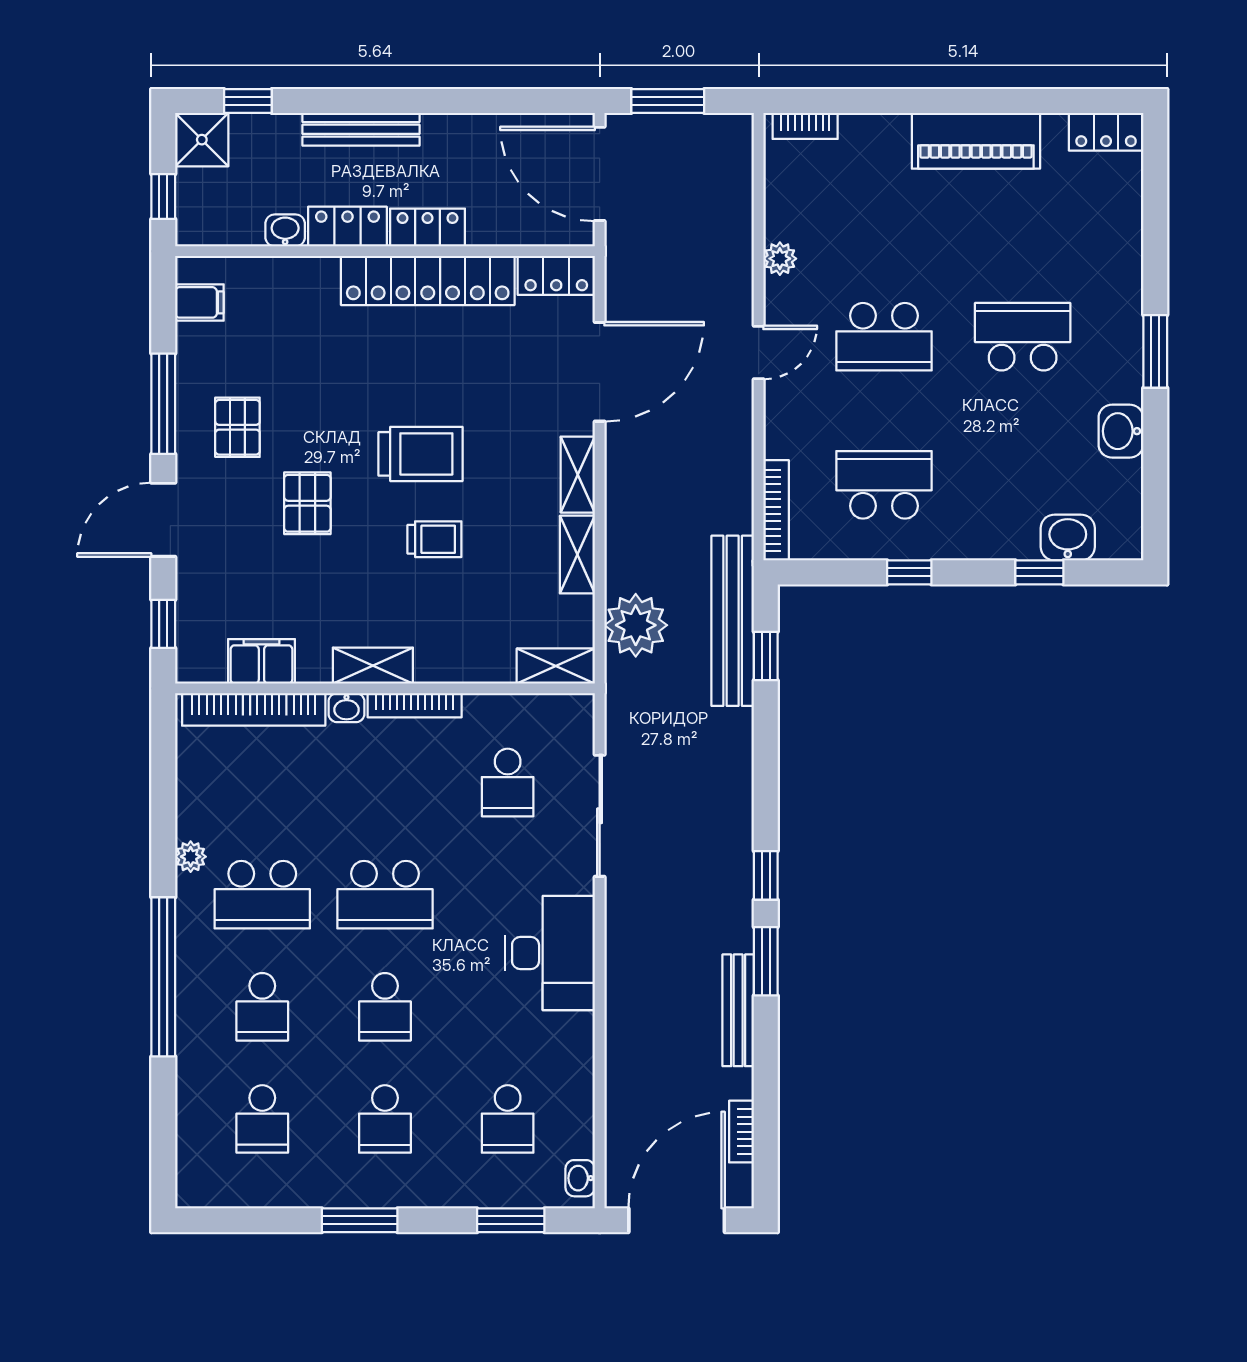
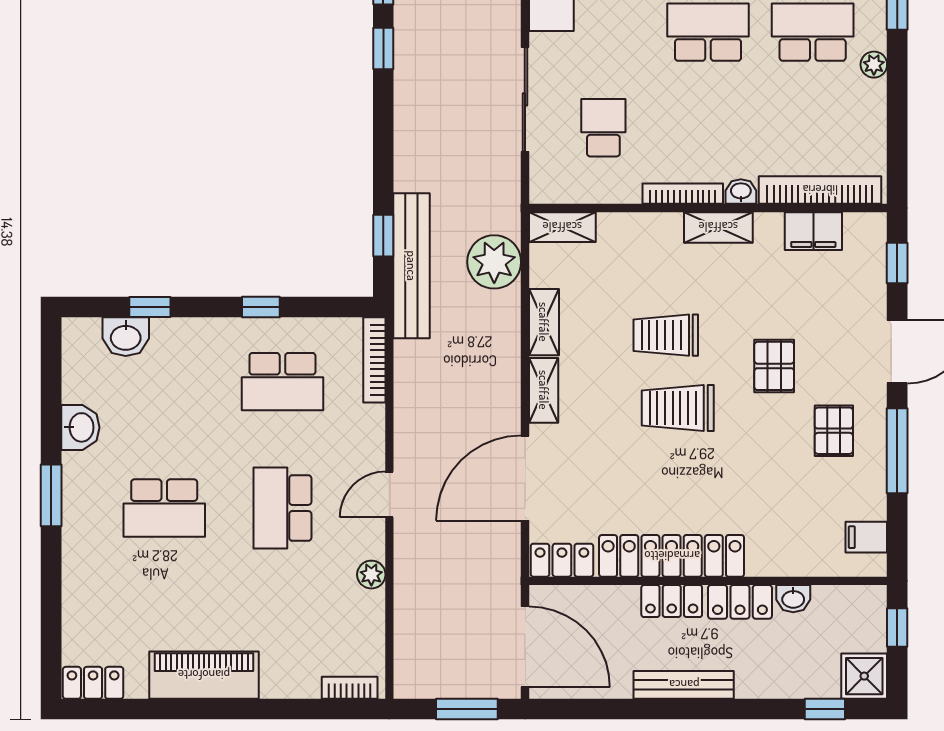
bench: (361, 129) -> (684, 685), moved
school desk: (884, 337) -> (282, 508), turned -90
trolley: (434, 539) -> (666, 335), width x1.36, depth x1.39

